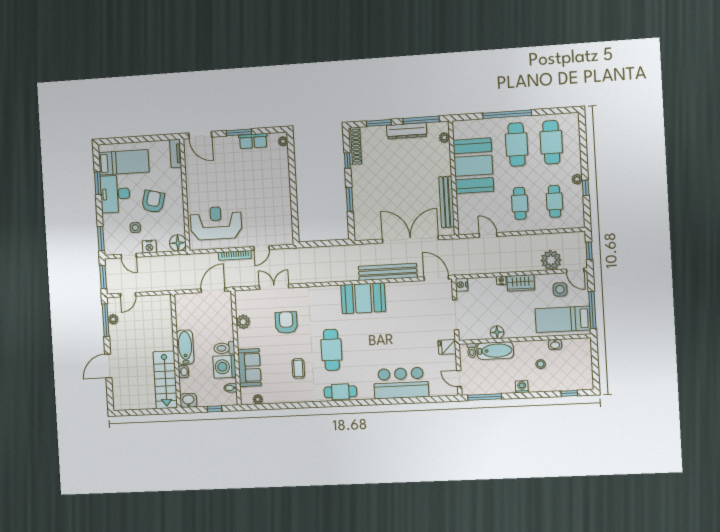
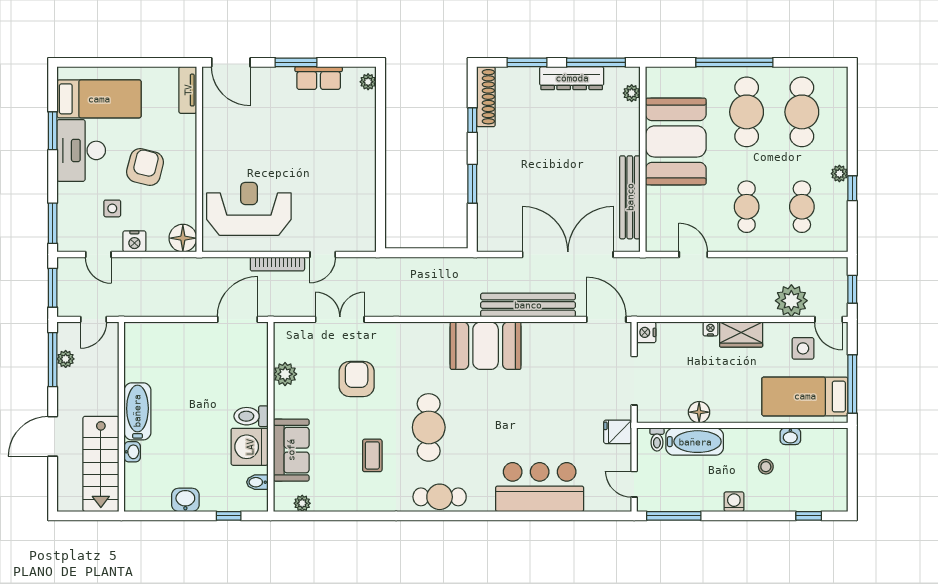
bathtub: (185, 347) -> (137, 411), moved
wall: (176, 351) -> (121, 417), moved
washbasin: (183, 372) -> (132, 452), moved
stairs: (165, 380) -> (101, 464), moved

